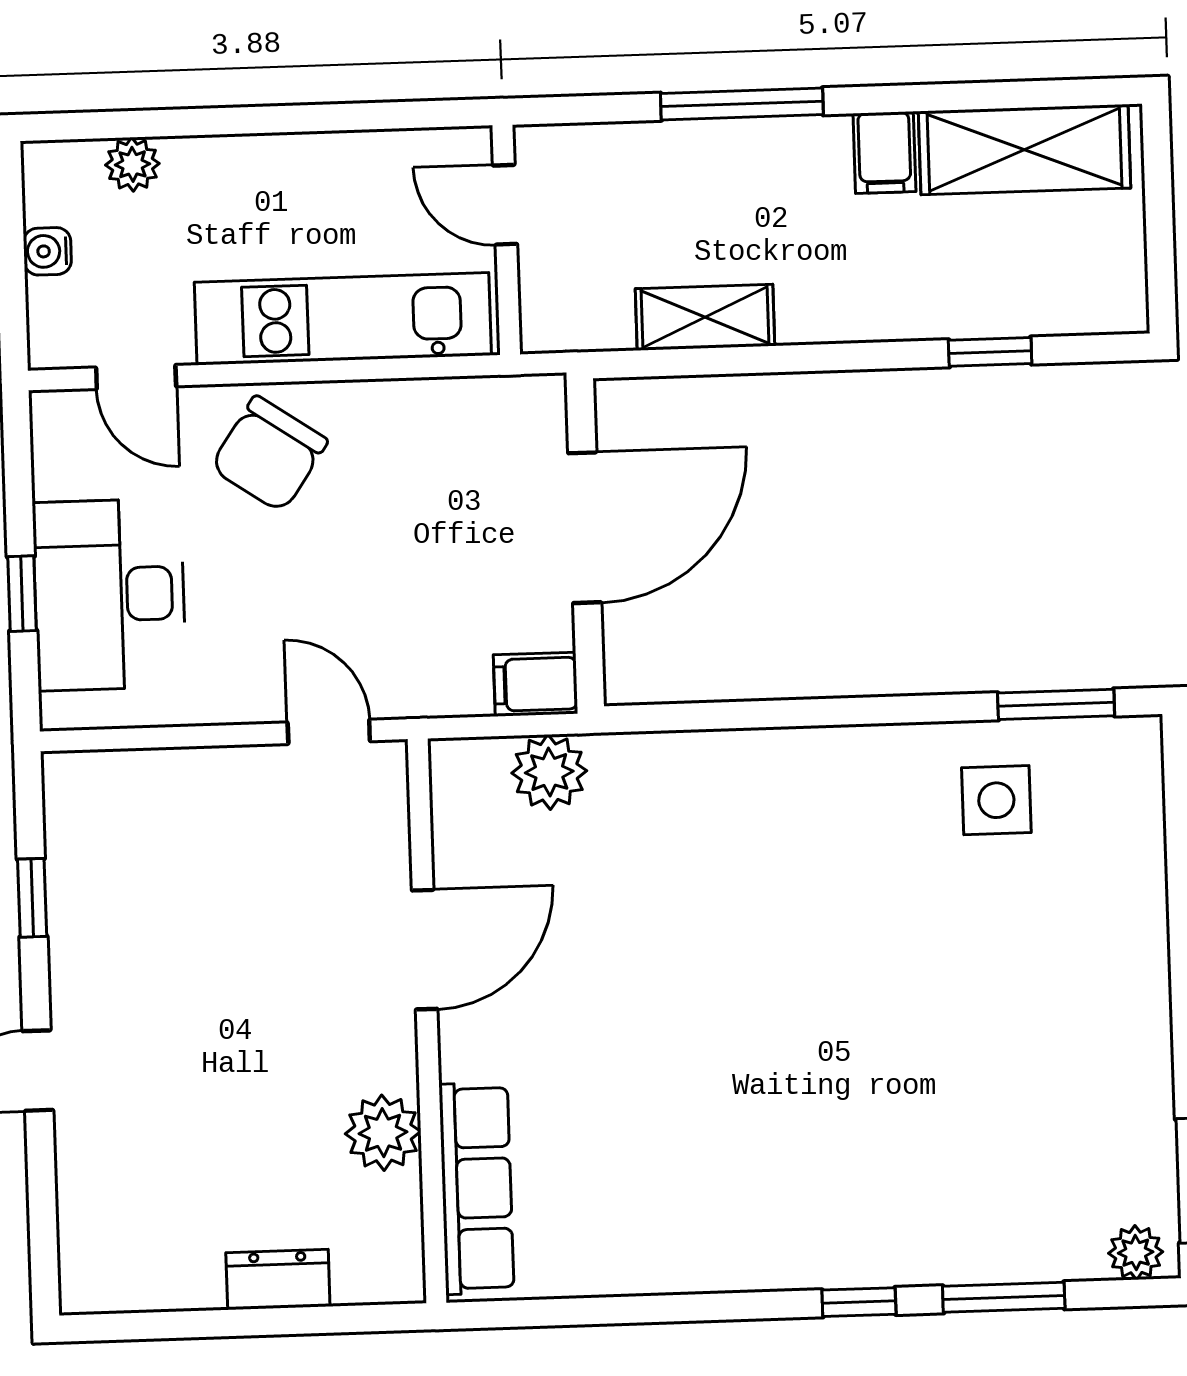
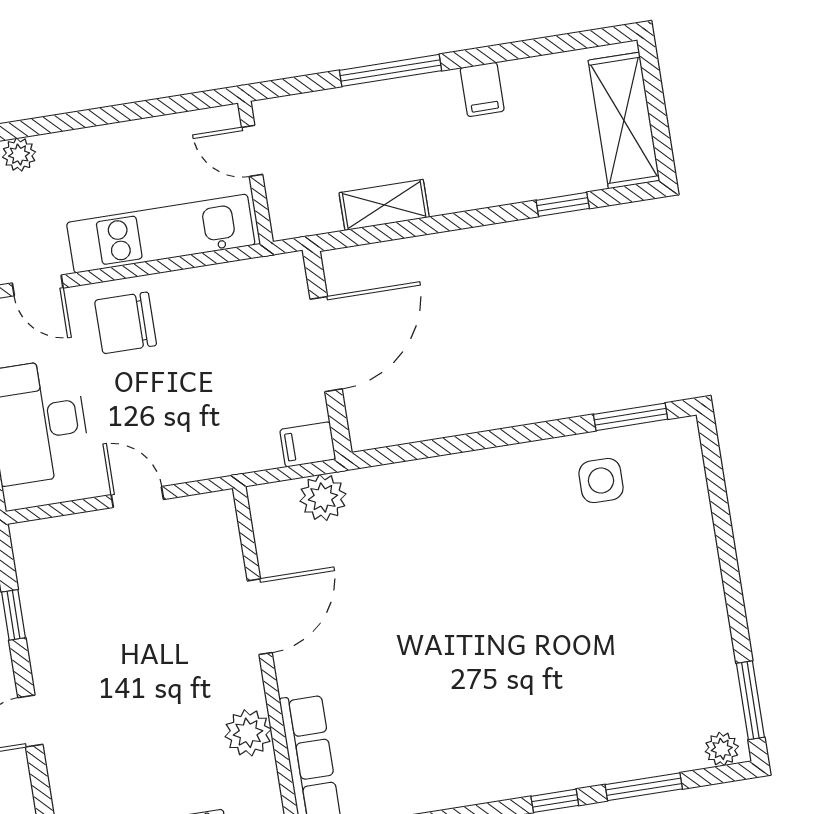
shelving: (1024, 150) -> (624, 120), moved, turned 90
chair: (269, 454) -> (126, 323), turned 56
door: (329, 732) -> (137, 497), moved

